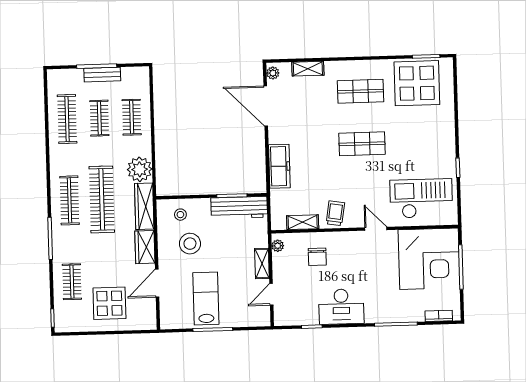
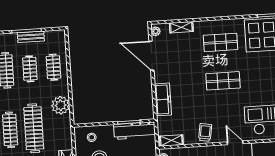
wardrobe: (144, 206) -> (65, 132), removed
shelving: (303, 222) -> (171, 140), moved

